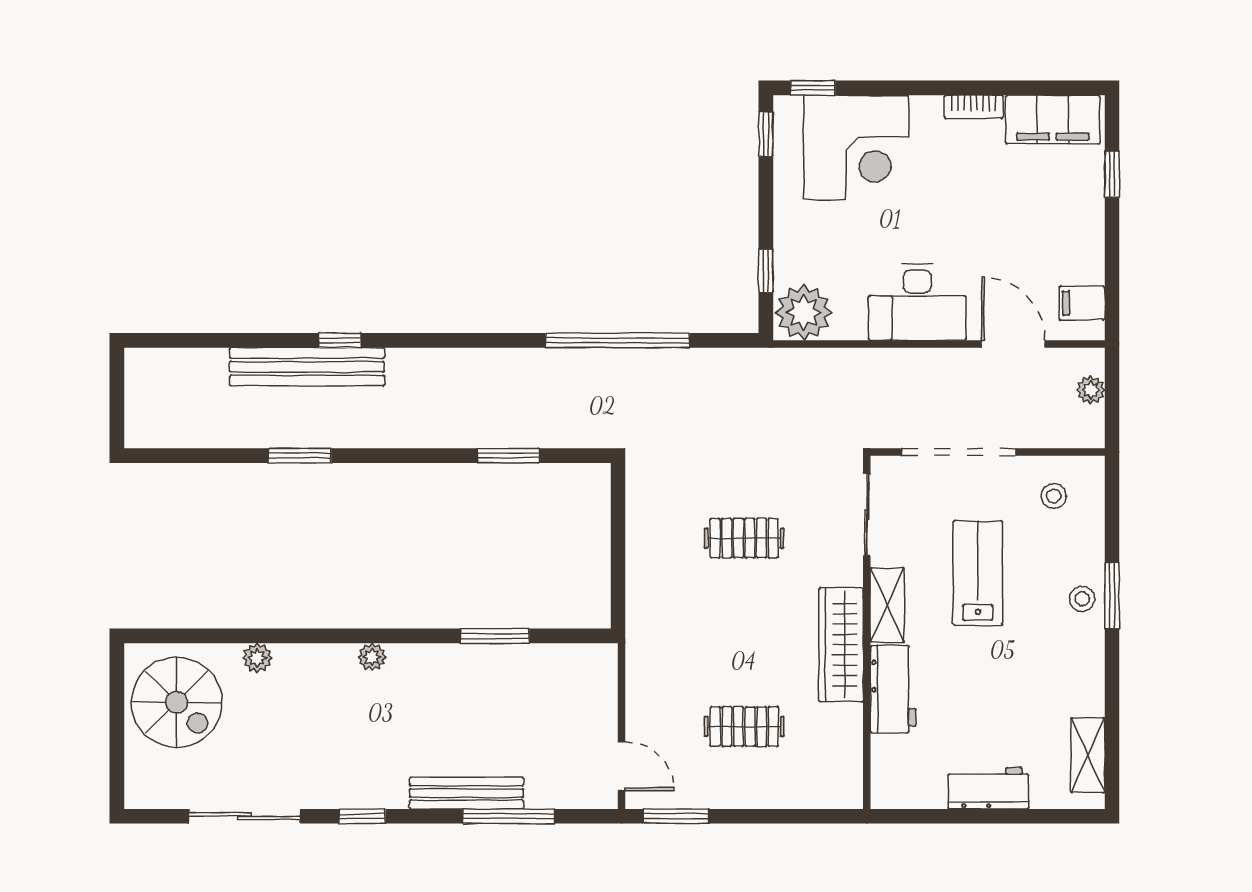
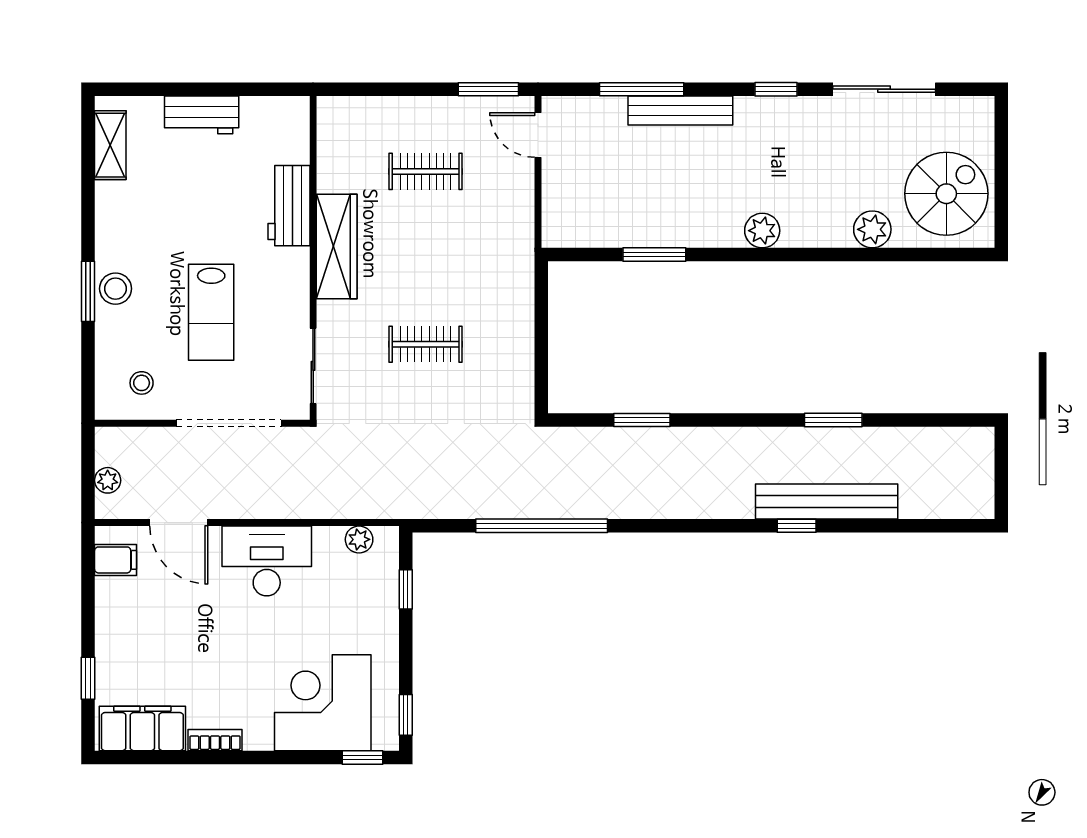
plant: (804, 312) -> (359, 539), width x0.53, depth x0.53
stool: (1082, 599) -> (116, 289), width x1.37, depth x1.37
shelving: (887, 605) -> (294, 283), removed
plant: (372, 657) -> (762, 231), width x1.38, depth x1.38
plant: (257, 658) -> (872, 229), width x1.38, depth x1.38
spiral stairs: (177, 702) -> (946, 194), turned 90

